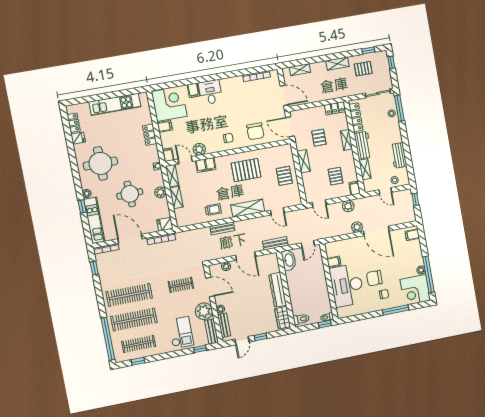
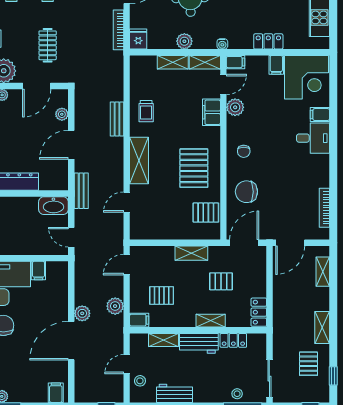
locker: (356, 117) -> (233, 340), width x0.66
pallet: (284, 176) -> (206, 213), moved

